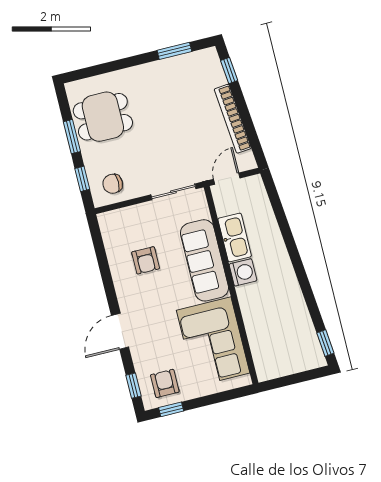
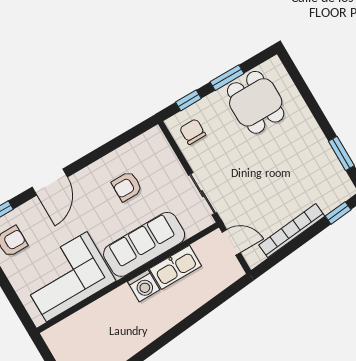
door: (120, 331) -> (50, 182), swing flipped

